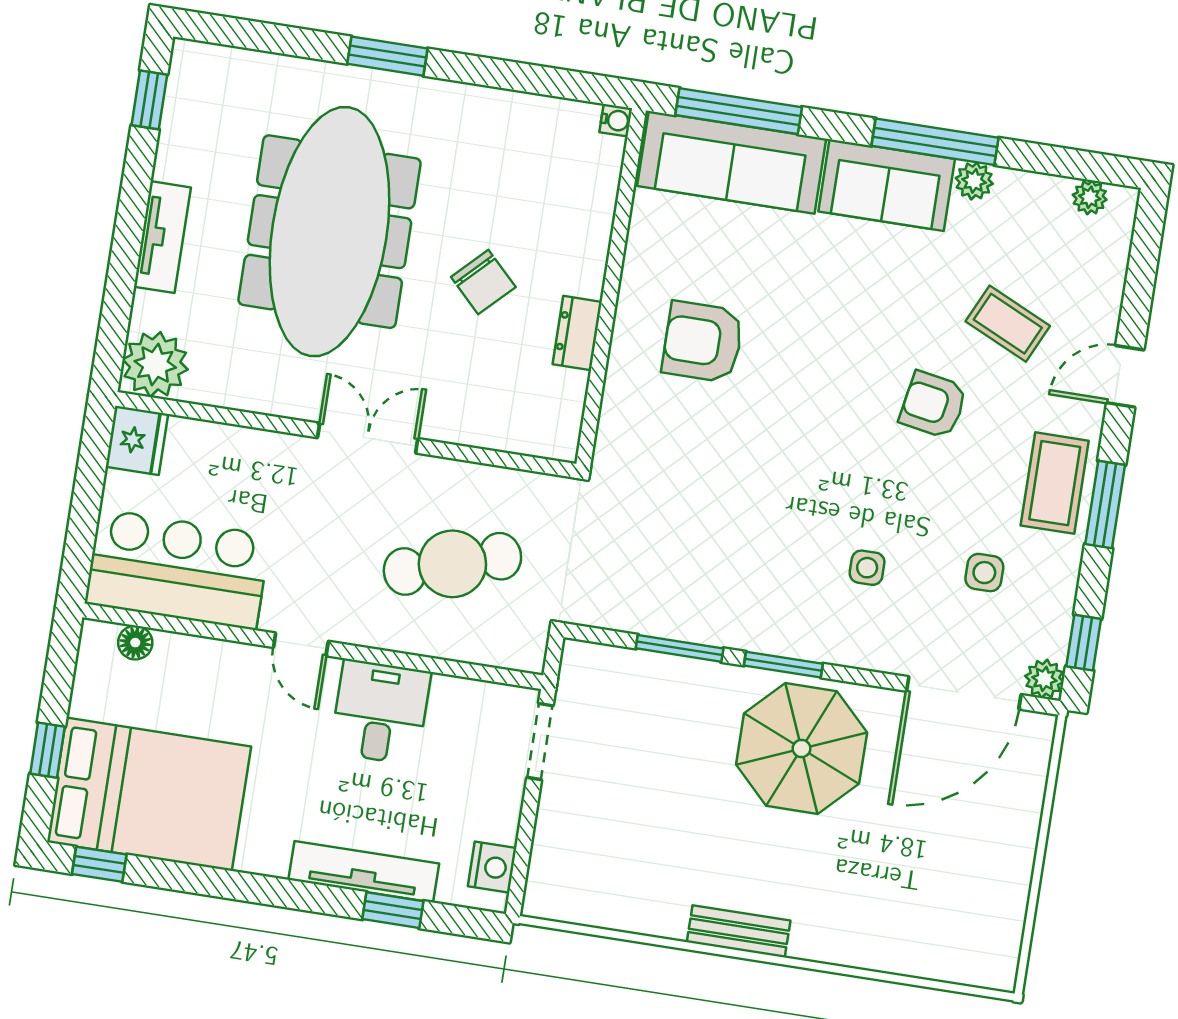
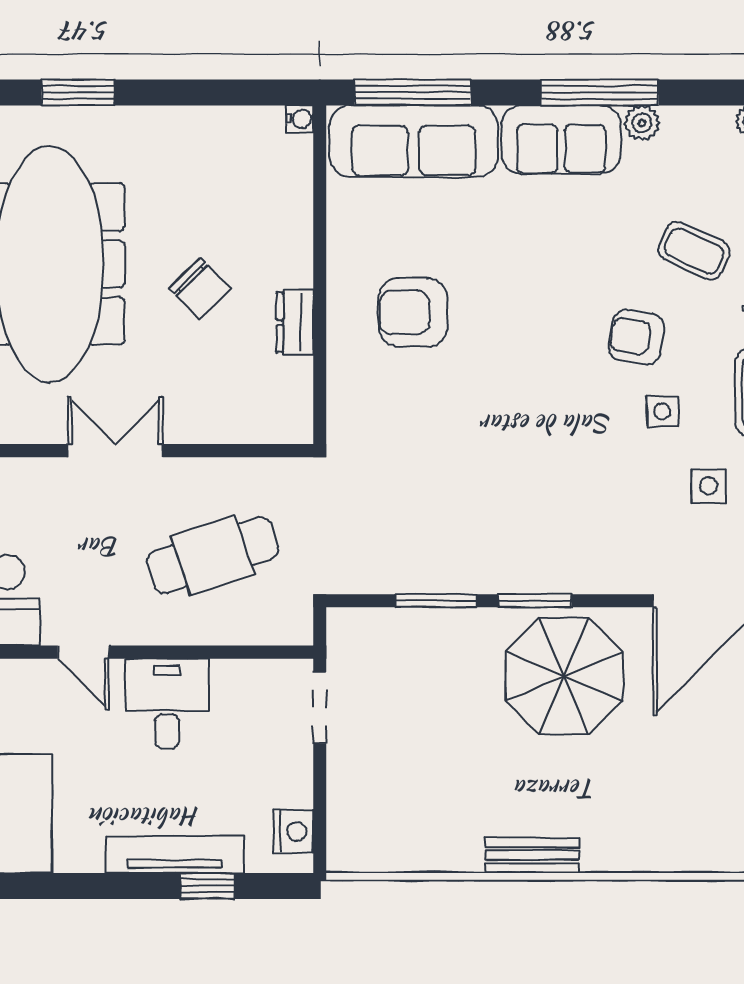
side table: (867, 568) -> (663, 412), moved

